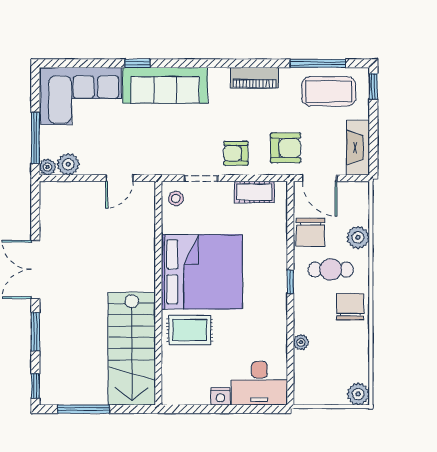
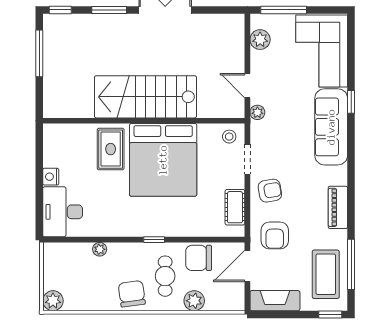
armchair: (236, 153) -> (270, 191), turned 80
plant: (47, 167) -> (257, 112), moved
chair: (350, 307) -> (132, 294), turned -98
stairs: (132, 349) -> (145, 97), moved

